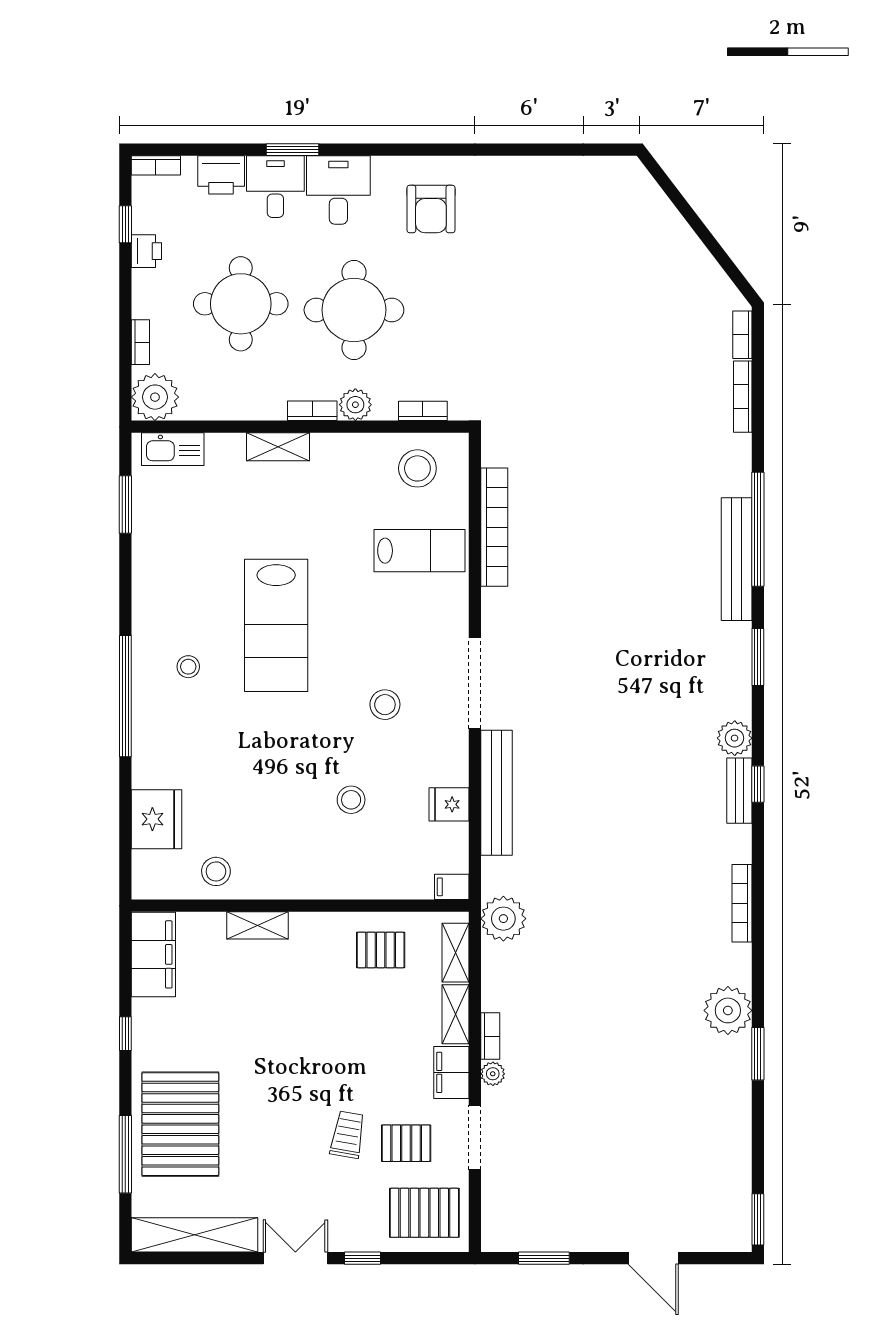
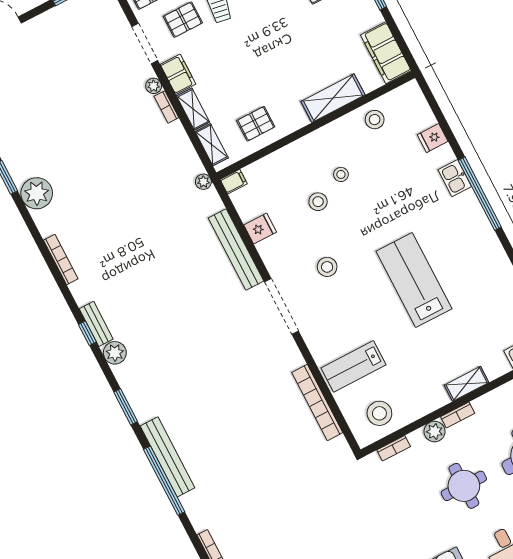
round table: (354, 310) -> (464, 486), width x0.73, depth x0.73
stool: (188, 667) -> (341, 174), moved
kitchen sink: (148, 735) -> (455, 178), added
fridge: (157, 819) -> (433, 138), width x0.53, depth x0.75
plant: (503, 919) -> (203, 182), width x0.53, depth x0.53
shelving: (257, 925) -> (333, 98), width x1.50, depth x1.33

